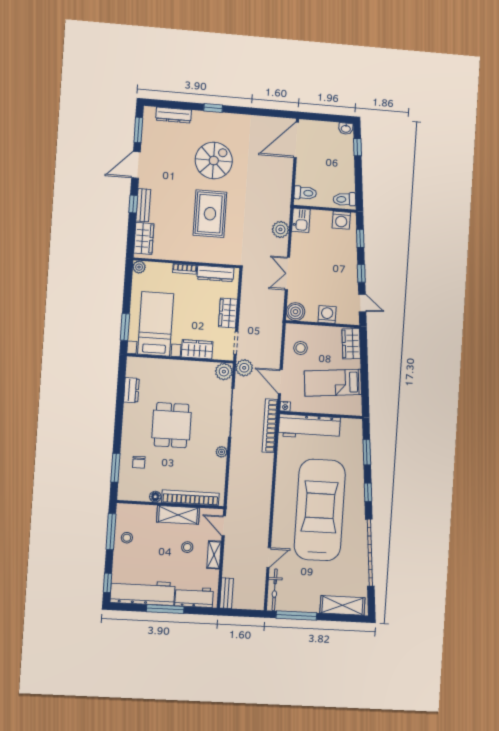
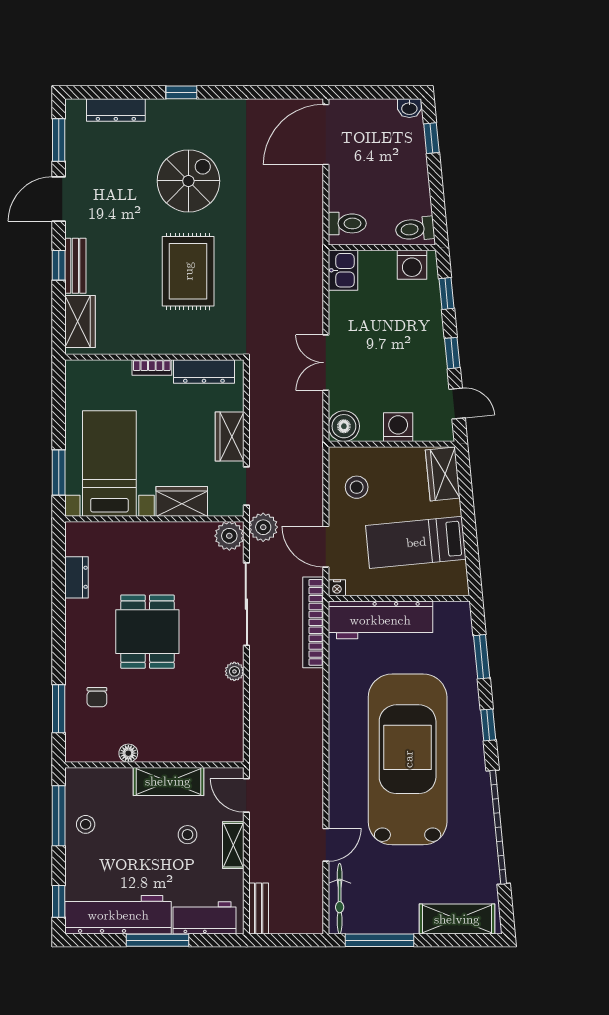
plant: (280, 229) -> (309, 289), removed
plant: (139, 267) -> (75, 370), removed
bookcase: (190, 498) -> (187, 752), removed

